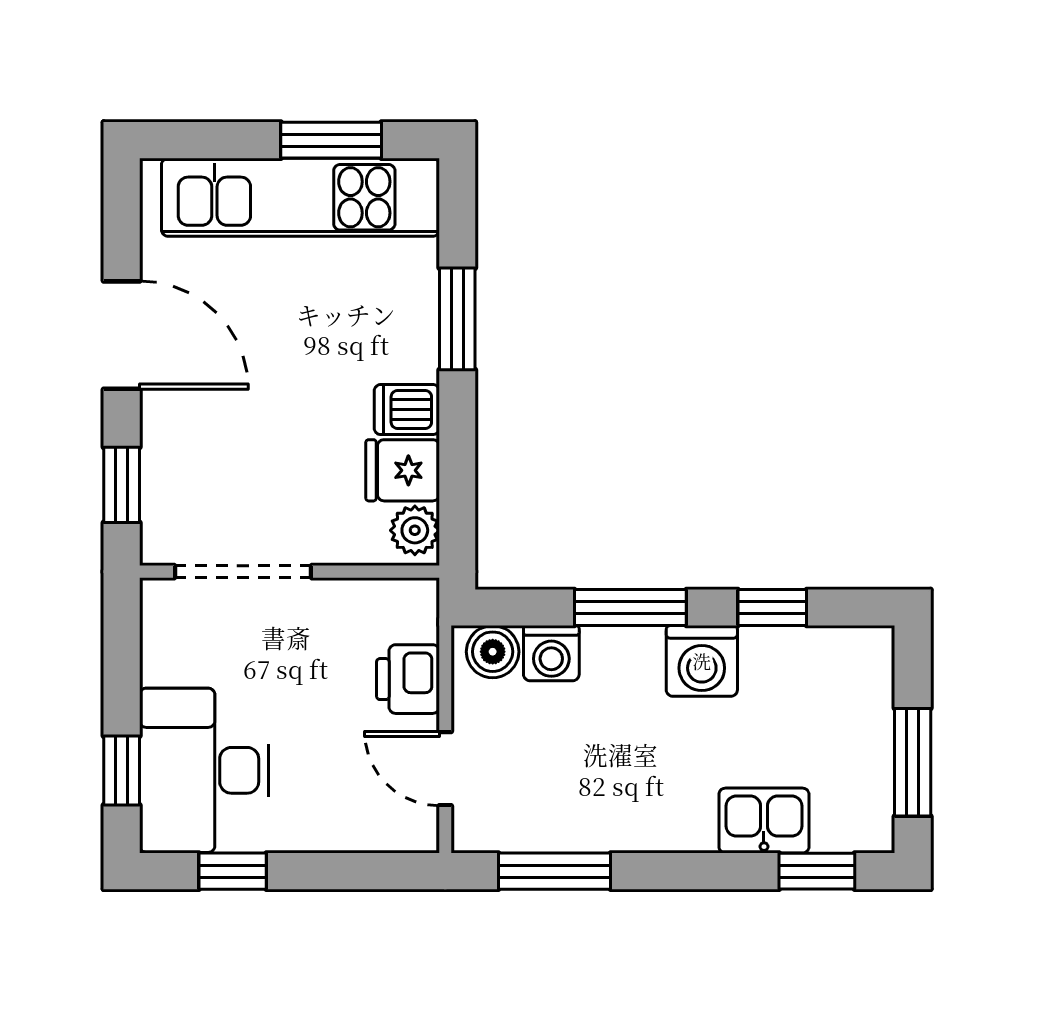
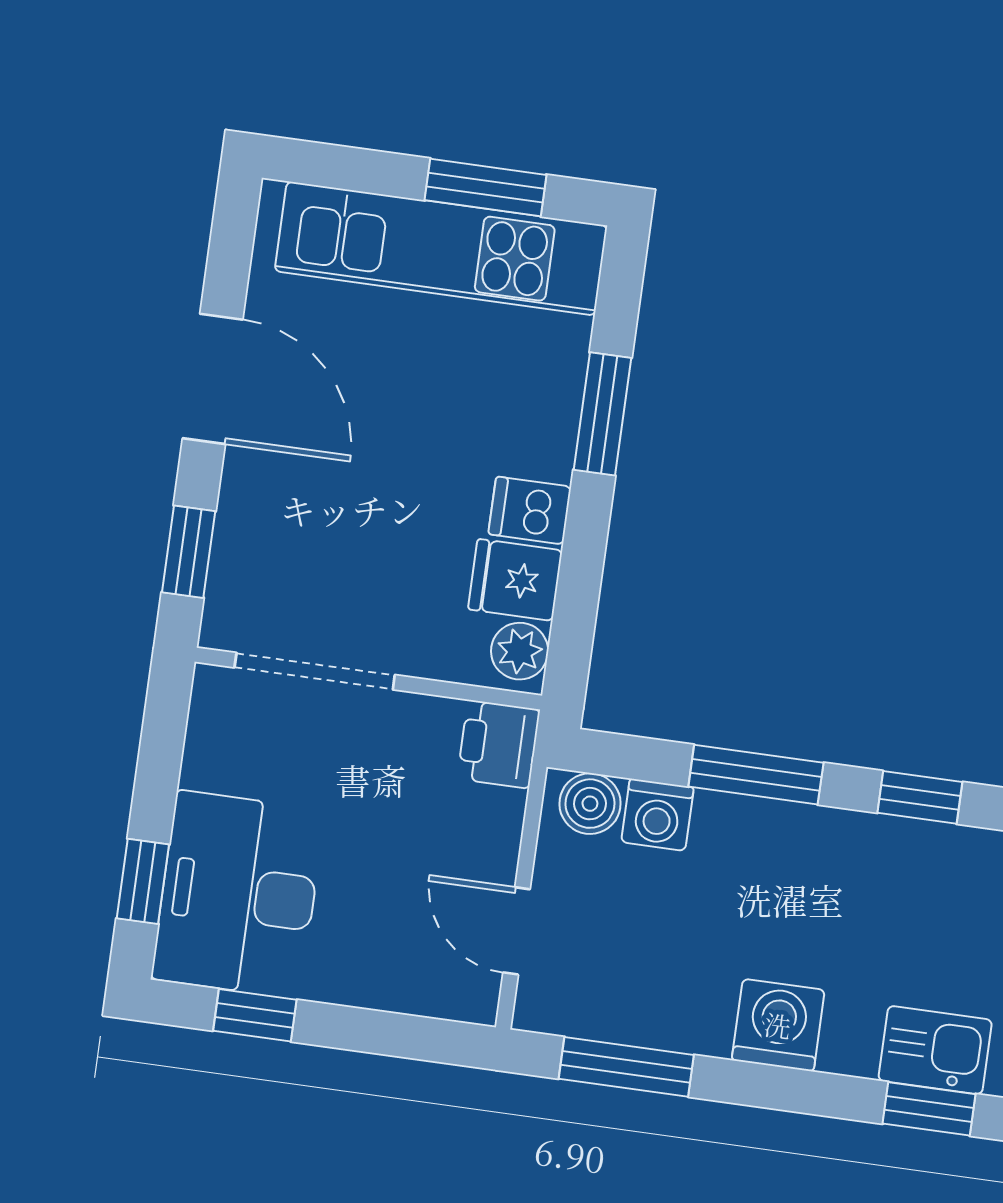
washing machine: (702, 661) -> (778, 1025), moved, turned 180
printer: (408, 679) -> (499, 744), moved
kitchen sink: (764, 821) -> (935, 1050), moved

